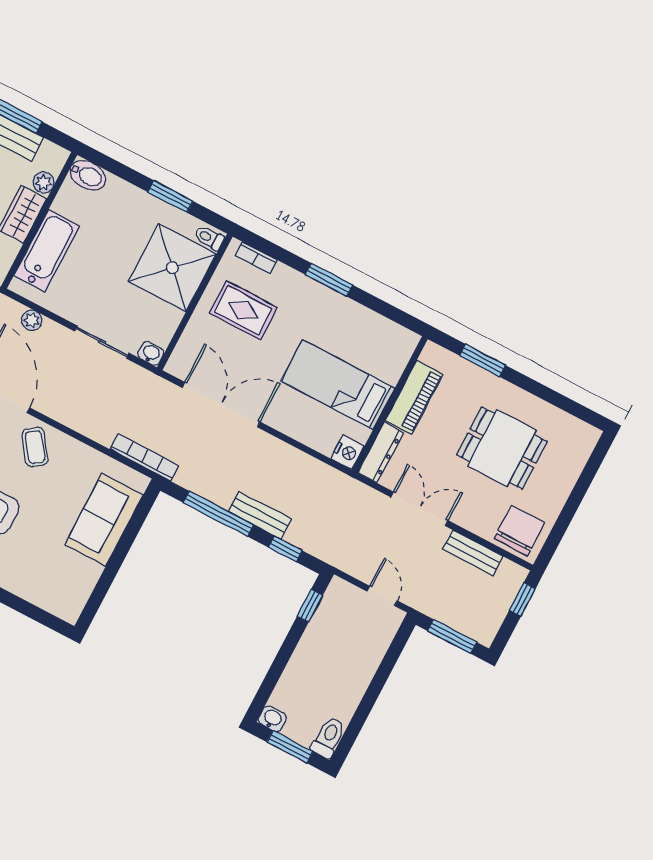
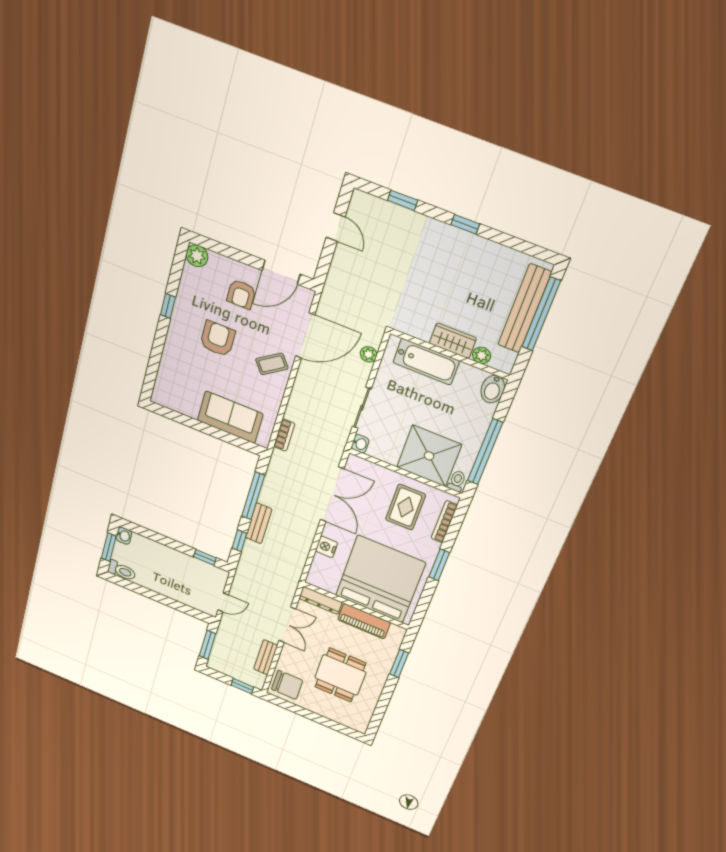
window: (170, 197) -> (485, 452), width x2.11
bookcase: (256, 258) -> (444, 522), width x1.56
bed: (338, 385) -> (380, 579), width x2.04
nightstand: (347, 452) -> (326, 547), moved, turned 90
bookcase: (144, 457) -> (284, 435), width x0.64

